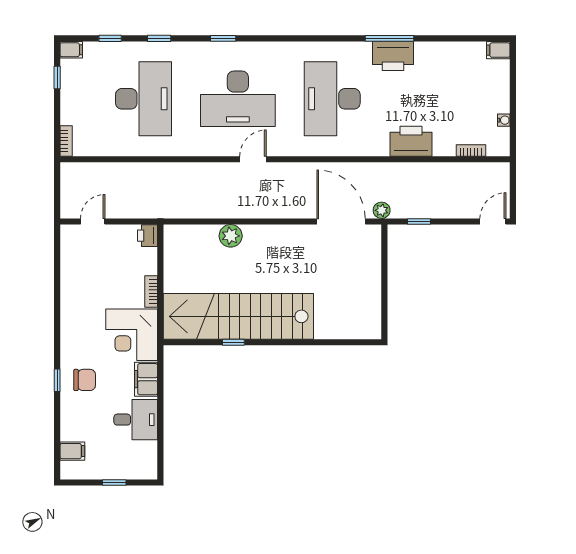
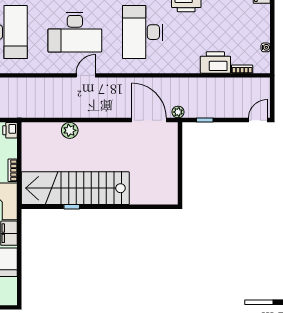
printer: (411, 141) -> (215, 63), moved

